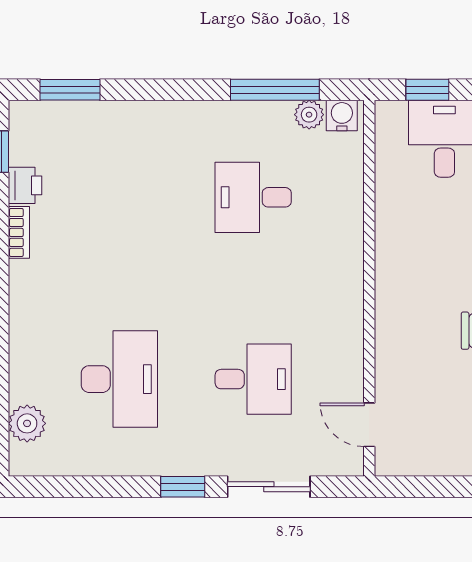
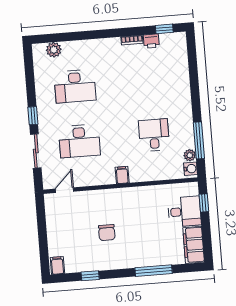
window: (70, 90) -> (192, 56), removed
filing cabinet: (344, 282) -> (122, 175), added
desk: (253, 379) -> (79, 141), width x1.37

